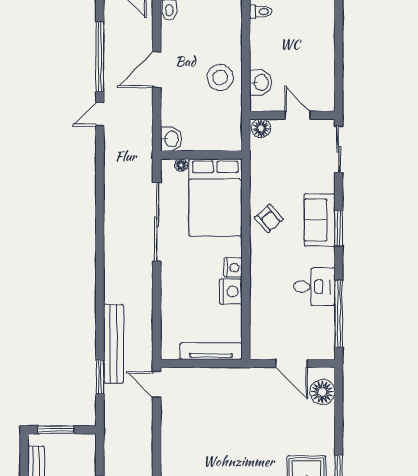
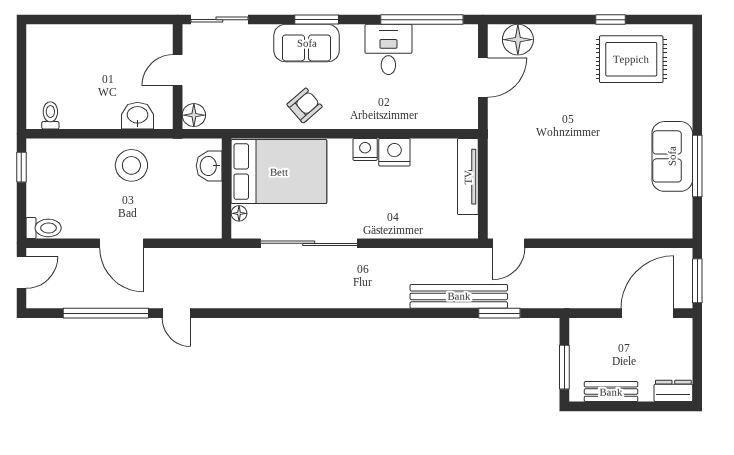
washbasin: (171, 139) -> (209, 166), moved, turned -90

